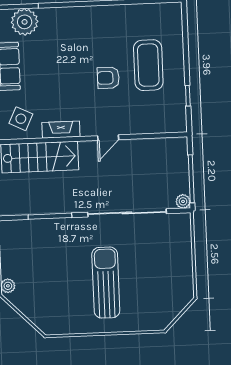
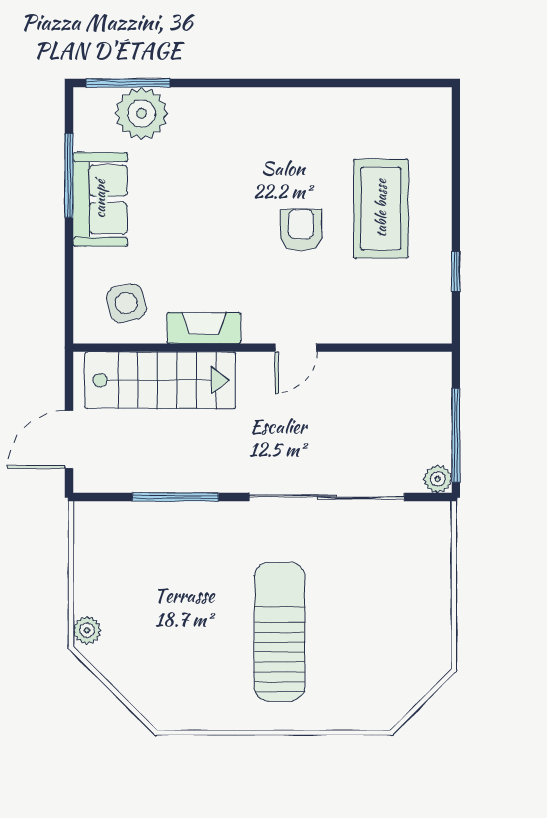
armchair: (108, 78) -> (301, 230), turned 90
side table: (21, 119) -> (126, 303), turned -38

